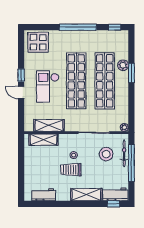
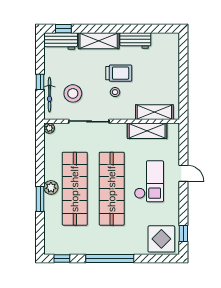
plant: (123, 65) -> (51, 187), moved
window: (21, 75) -> (183, 233), moved
window: (131, 163) -> (40, 82), width x0.32
workbench: (44, 195) -> (135, 41), moved

